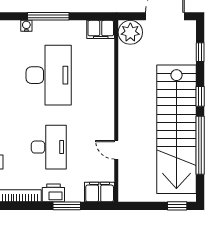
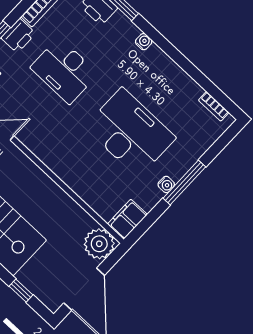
water cooler: (26, 26) -> (166, 184), moved
desk: (49, 75) -> (130, 132), turned 180

